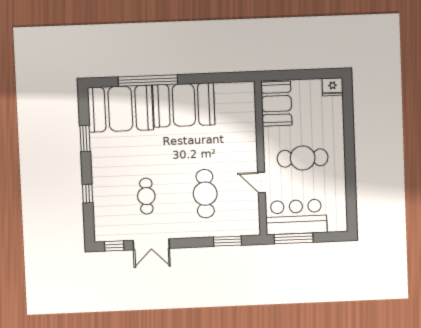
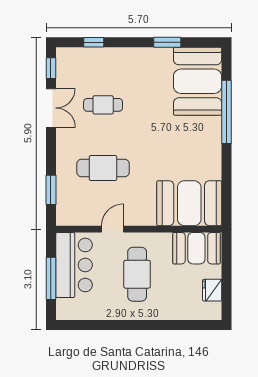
fridge: (333, 87) -> (212, 290), moved
booth: (184, 105) -> (189, 203), moved, turned 90
window: (88, 194) -> (94, 42), moved
window: (294, 238) -> (51, 278), moved
double door: (151, 244) -> (51, 108), swing flipped

